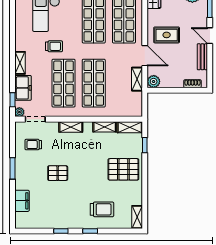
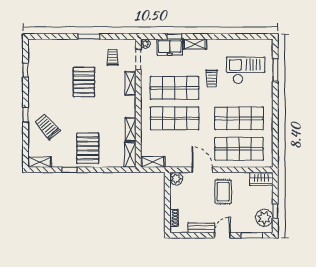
door: (145, 56) -> (202, 170), swing flipped
shelving: (137, 79) -> (153, 162), moved
window: (12, 100) -> (174, 36), moved
shelving: (71, 127) -> (130, 83), moved
window: (145, 145) -> (70, 170), moved
pallet: (58, 173) -> (84, 82), width x1.50, depth x1.42
filing cabinet: (22, 201) -> (56, 46), removed
trolley: (102, 209) -> (47, 127), turned 139
window: (61, 231) -> (26, 70), moved

